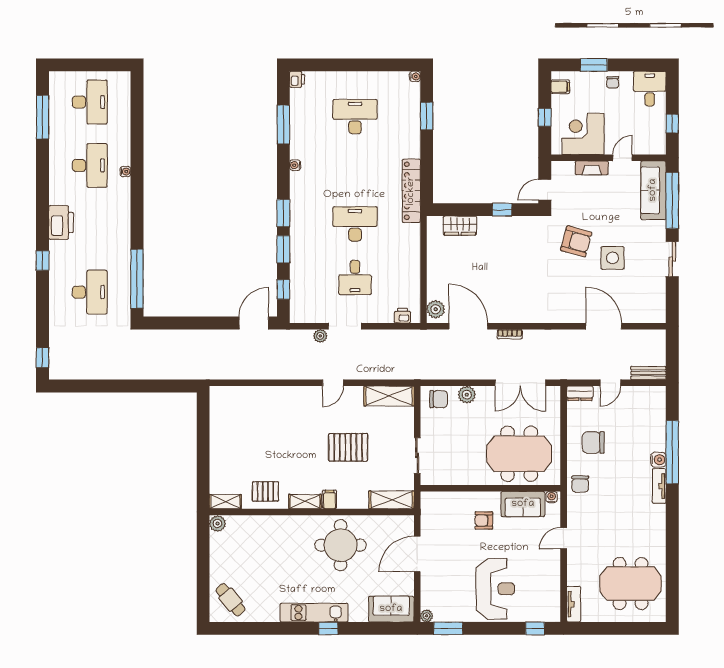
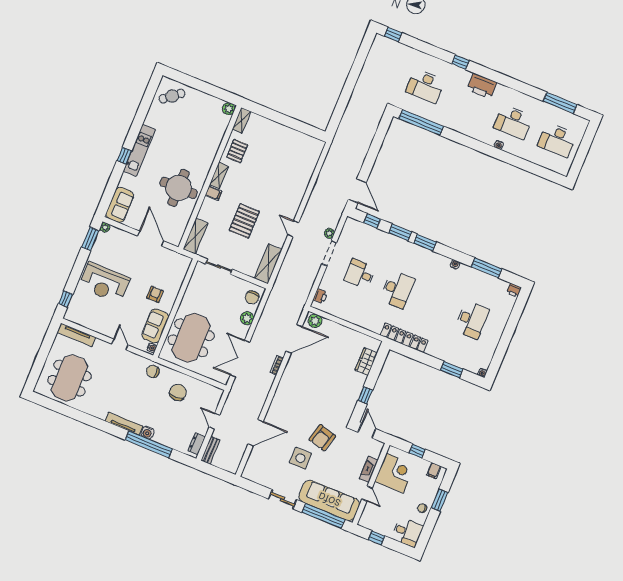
sofa: (653, 190) -> (329, 500), width x1.36, depth x1.27
dresser: (580, 393) -> (197, 444), moved
tv unit: (659, 486) -> (124, 424), width x1.41
tv unit: (574, 604) -> (76, 335), width x1.41

